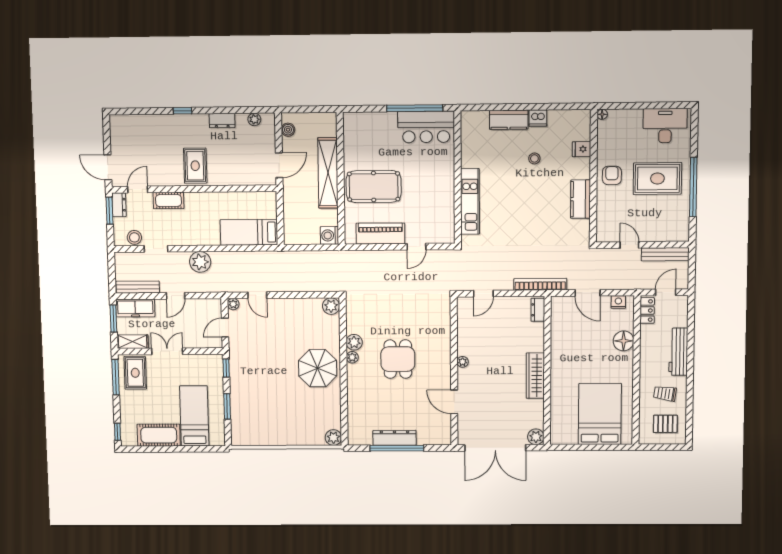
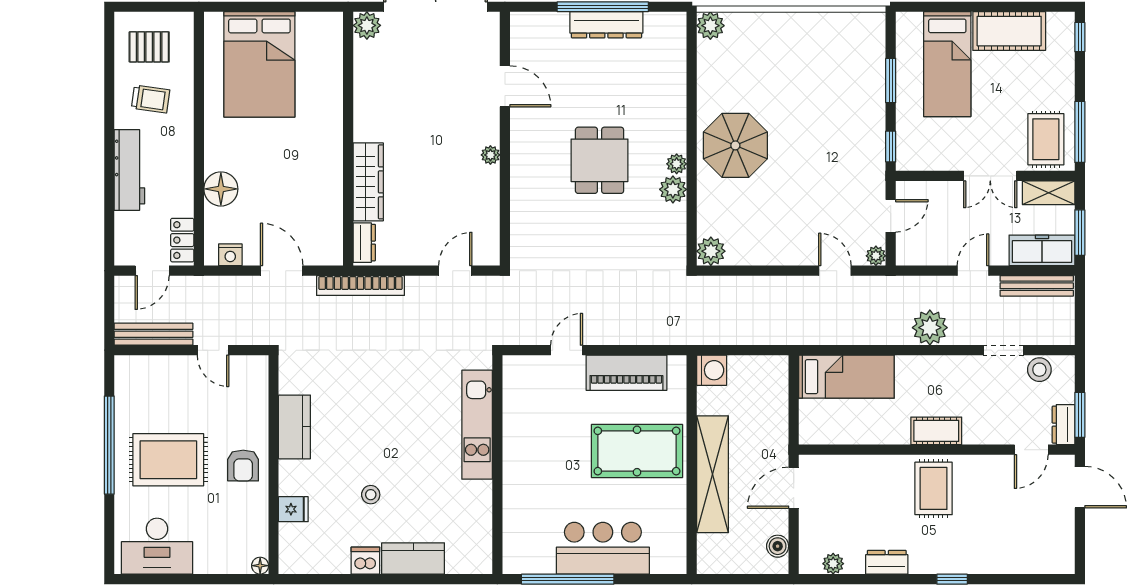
bar counter: (426, 127) -> (603, 548), moved
cot: (169, 201) -> (936, 431), moved
wardrobe: (535, 376) -> (368, 182), moved

